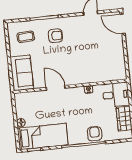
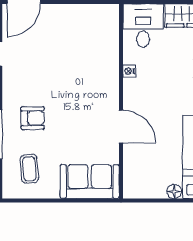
armchair: (55, 36) -> (33, 118), turned 89
door: (56, 88) -> (121, 127), swing flipped

